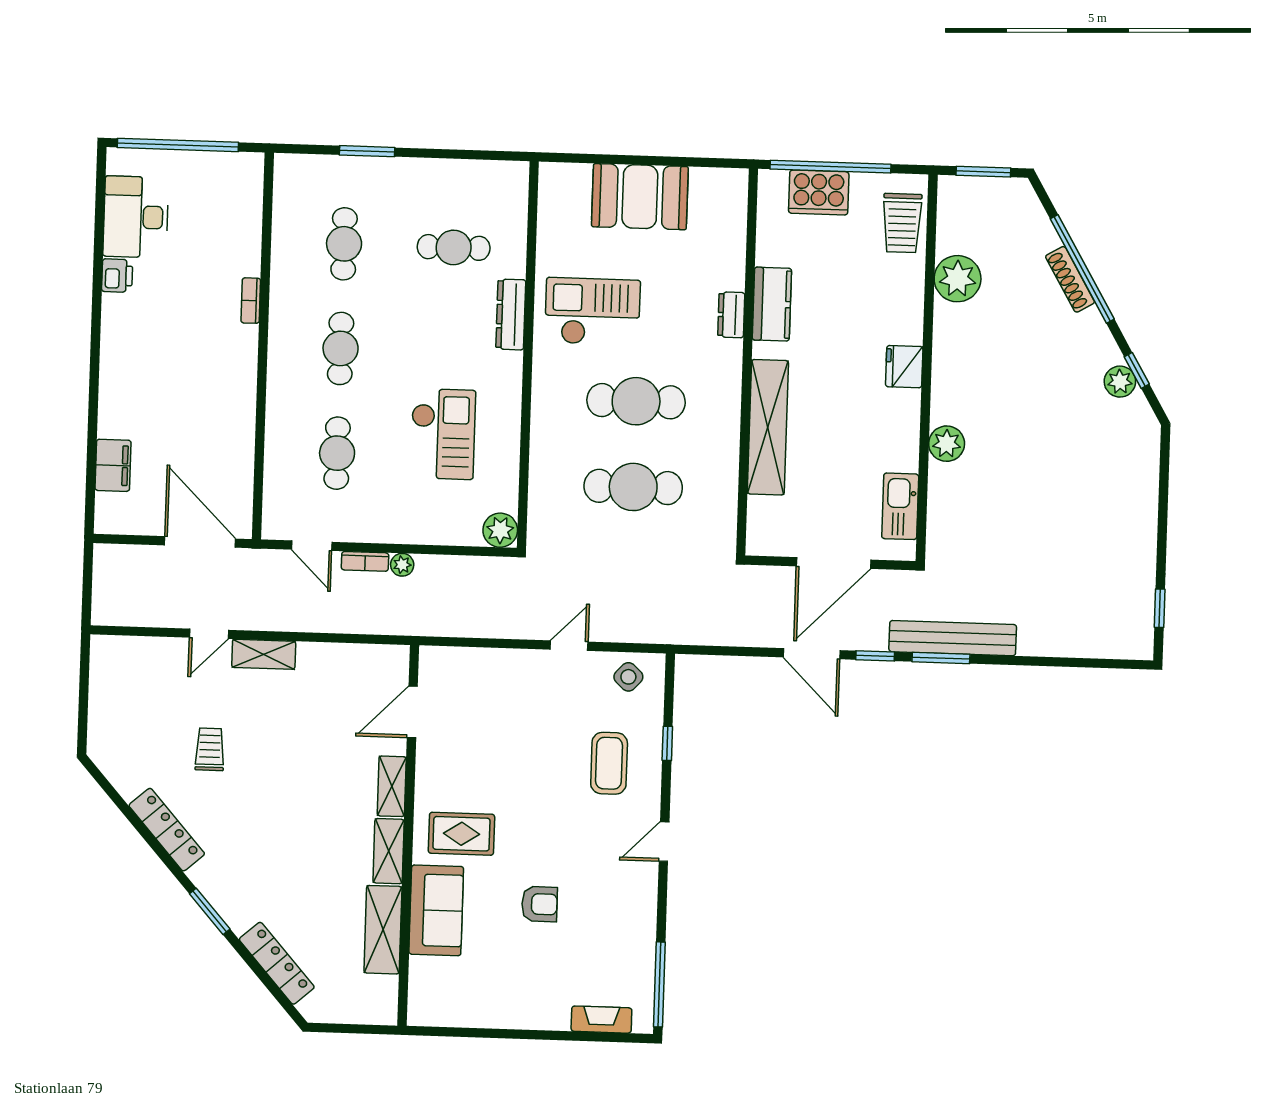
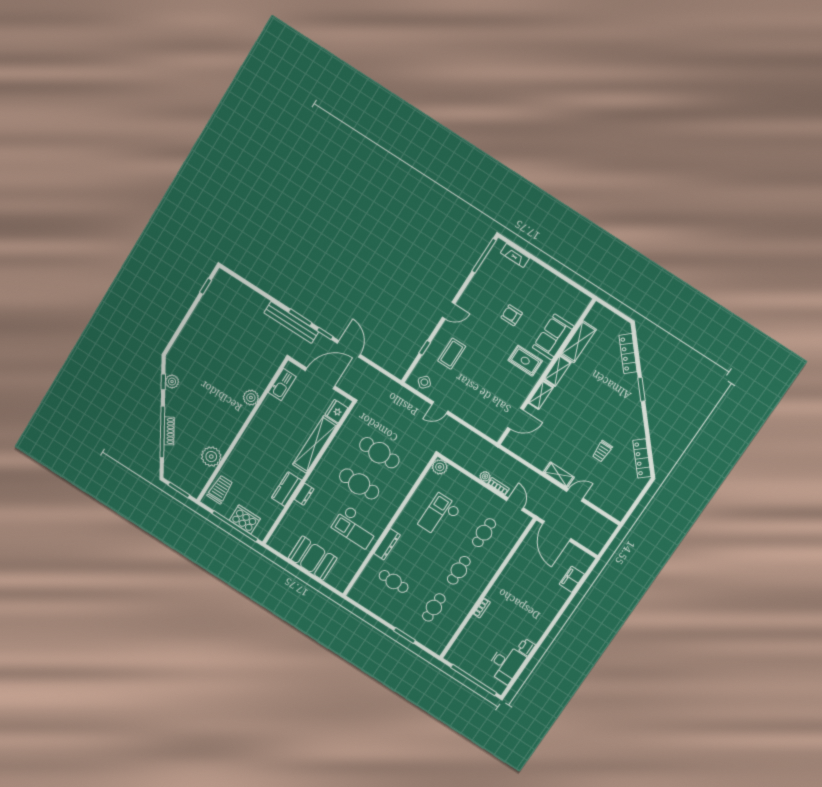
fridge: (904, 367) -> (336, 411), moved, turned 180
locker: (167, 830) -> (642, 458), moved

